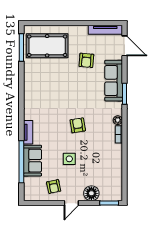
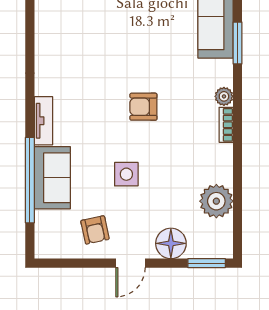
armchair: (78, 125) -> (143, 107), turned -81
plant: (114, 172) -> (216, 201), added

